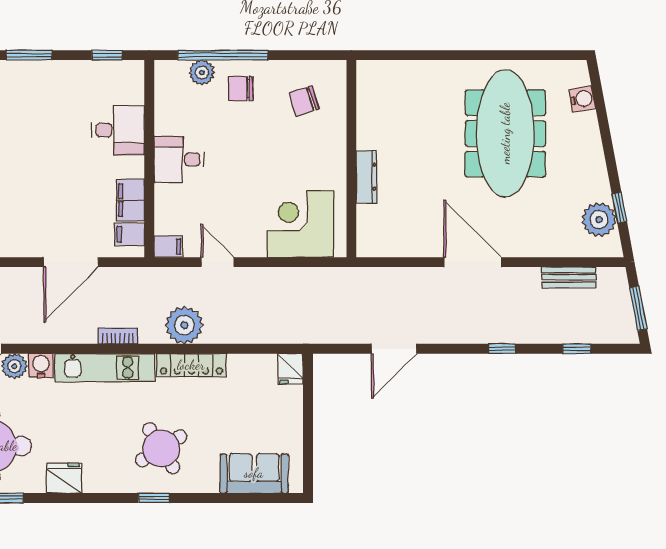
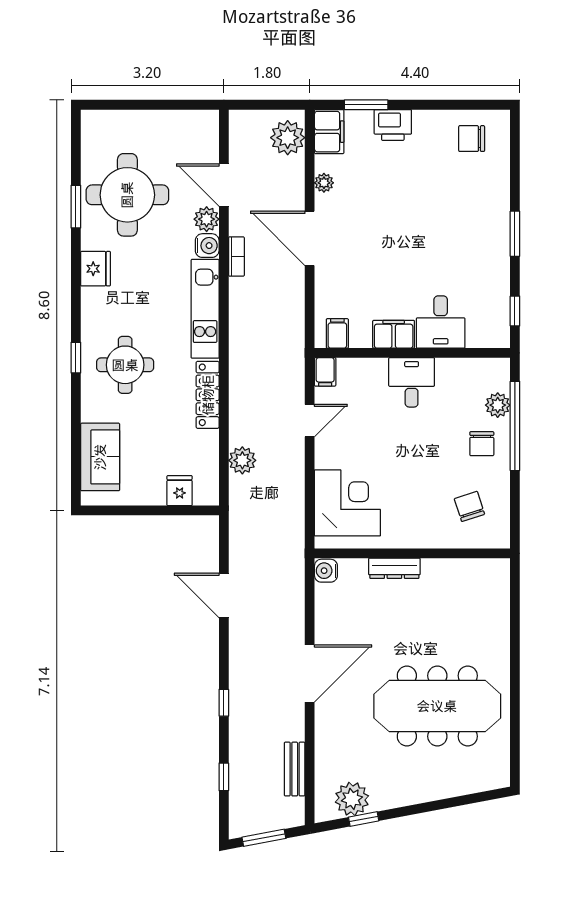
chair: (241, 89) -> (482, 444), turned 180
water cooler: (582, 99) -> (326, 571), moved, turned 101
filing cabinet: (130, 200) -> (394, 334), moved
door: (71, 262) -> (310, 238), moved
plant: (184, 325) -> (242, 460), moved, width x0.73, depth x0.73
bookcase: (118, 336) -> (236, 257), moved
fridge: (291, 369) -> (180, 491), moved, turned 90
round table: (161, 448) -> (125, 365), turned 32

